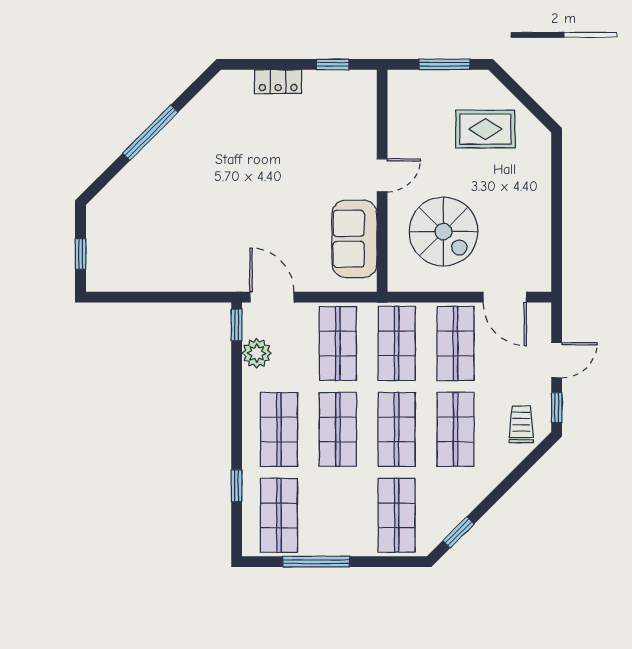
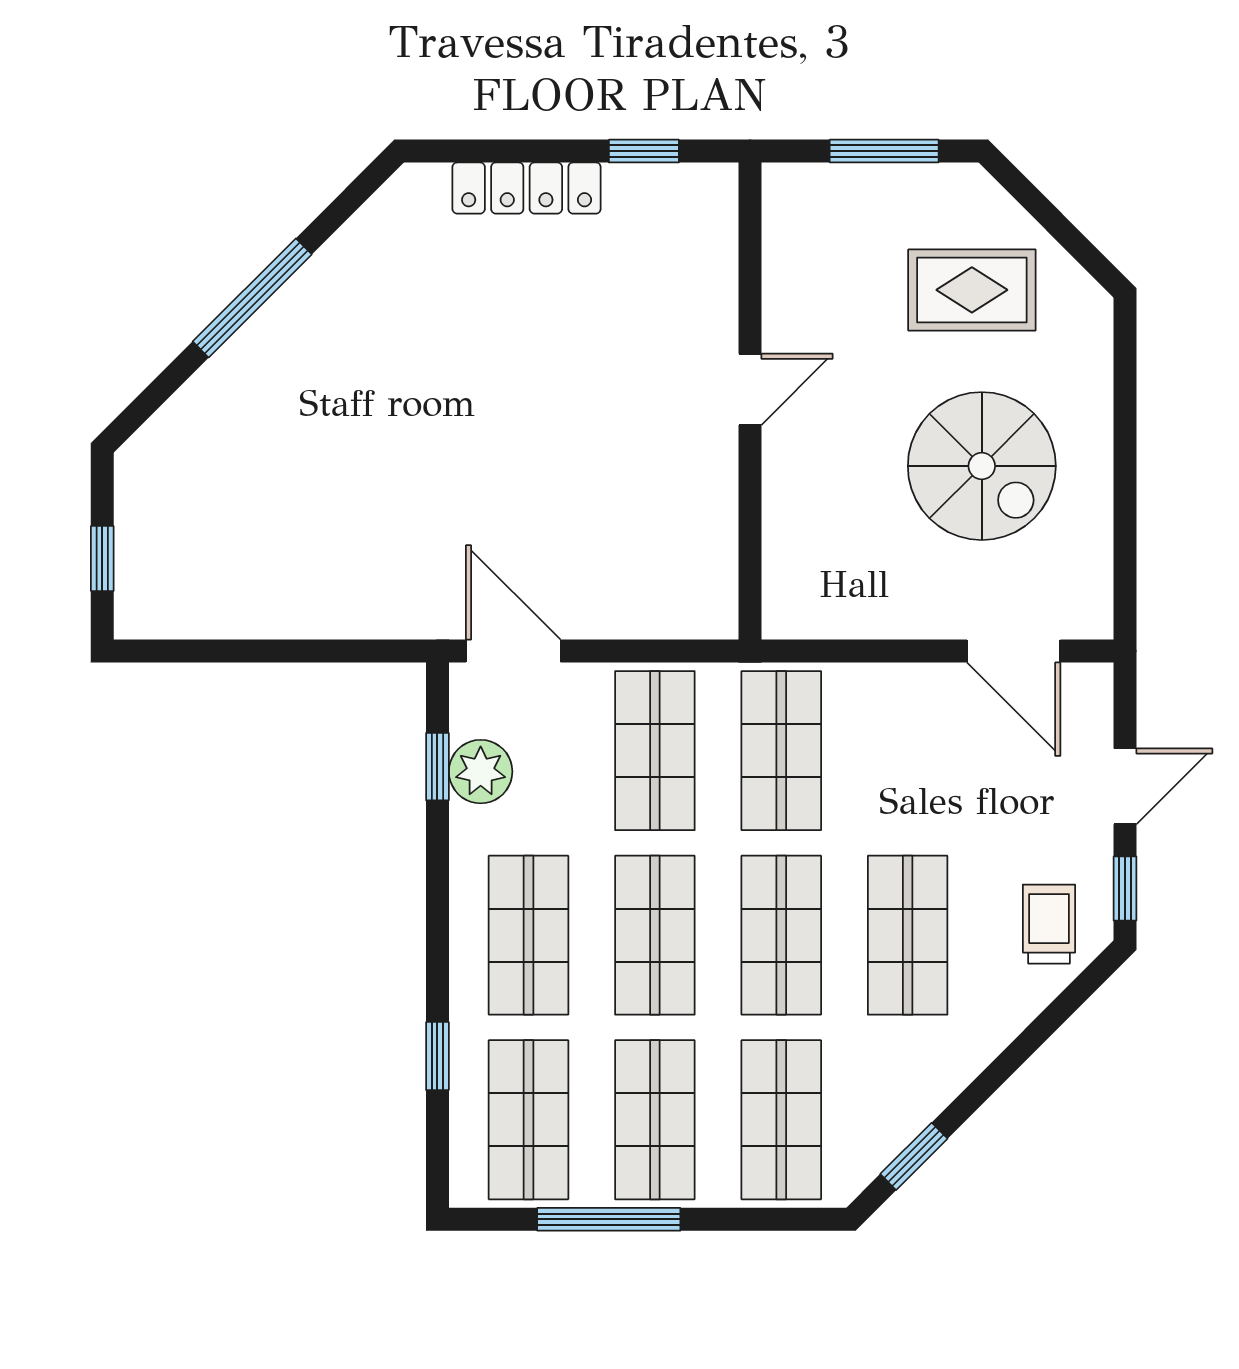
locker: (278, 82) -> (527, 188), width x1.53
spiral stairs: (444, 232) -> (982, 466), moved
sofa: (354, 239) -> (691, 526), removed
window: (237, 325) -> (437, 767), moved
shop shelf: (455, 343) -> (655, 1120), moved

